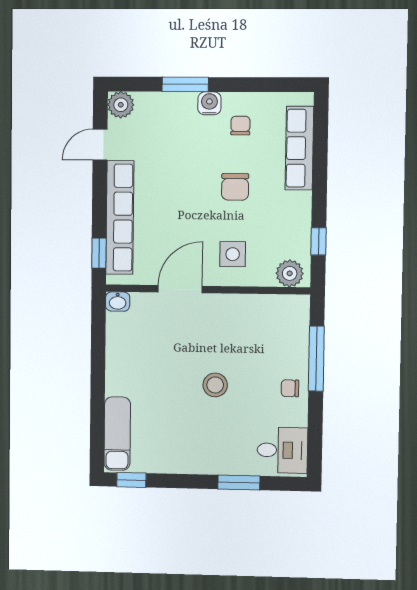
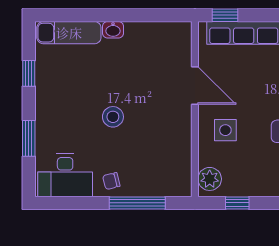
washbasin: (118, 302) -> (113, 30), moved, turned -90
chair: (290, 388) -> (111, 181), turned -104
desk: (282, 450) -> (65, 175), width x1.37
window: (131, 480) -> (29, 73), moved

